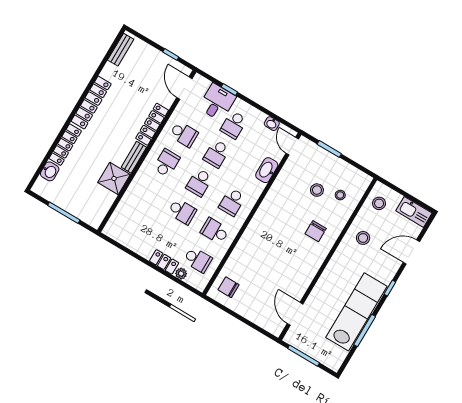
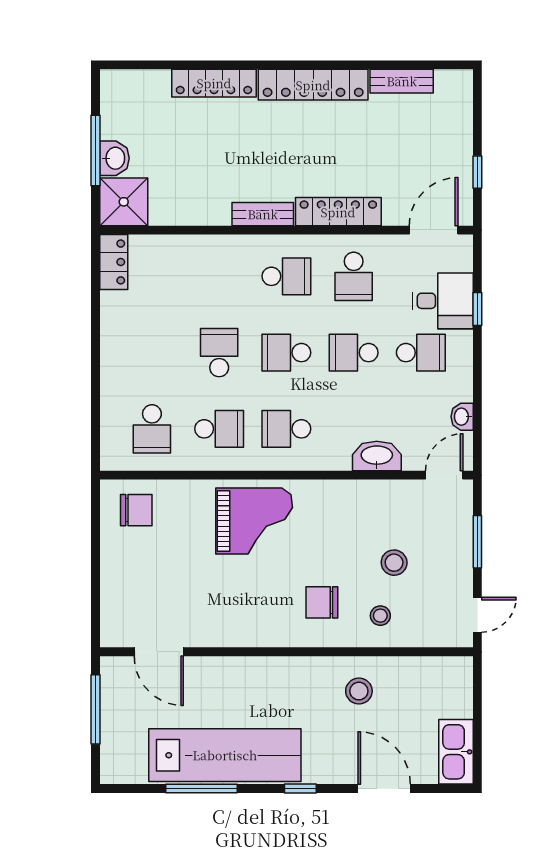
bench: (121, 50) -> (402, 81), moved
school desk: (234, 125) -> (421, 353), turned 180
door: (361, 168) -> (477, 615), added
washbasin: (50, 171) -> (114, 158), moved, turned -90
shower: (114, 179) -> (124, 202), moved
stool: (340, 195) -> (380, 616), moved
stool: (379, 203) -> (435, 683), removed
school desk: (182, 211) -> (219, 353), turned 180
school desk: (215, 231) -> (219, 429), turned 90
grand piano: (263, 239) -> (254, 521), added
locker: (164, 262) -> (114, 262), moved
plant: (181, 274) -> (111, 415), removed
chair: (228, 287) -> (136, 510), turned 90
door: (295, 314) -> (159, 652), swing flipped

